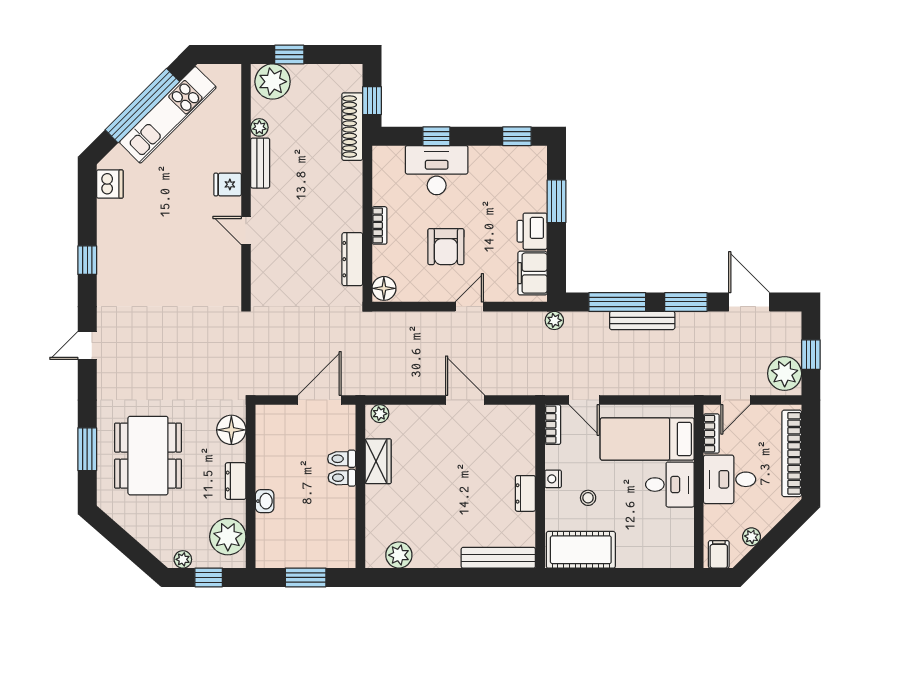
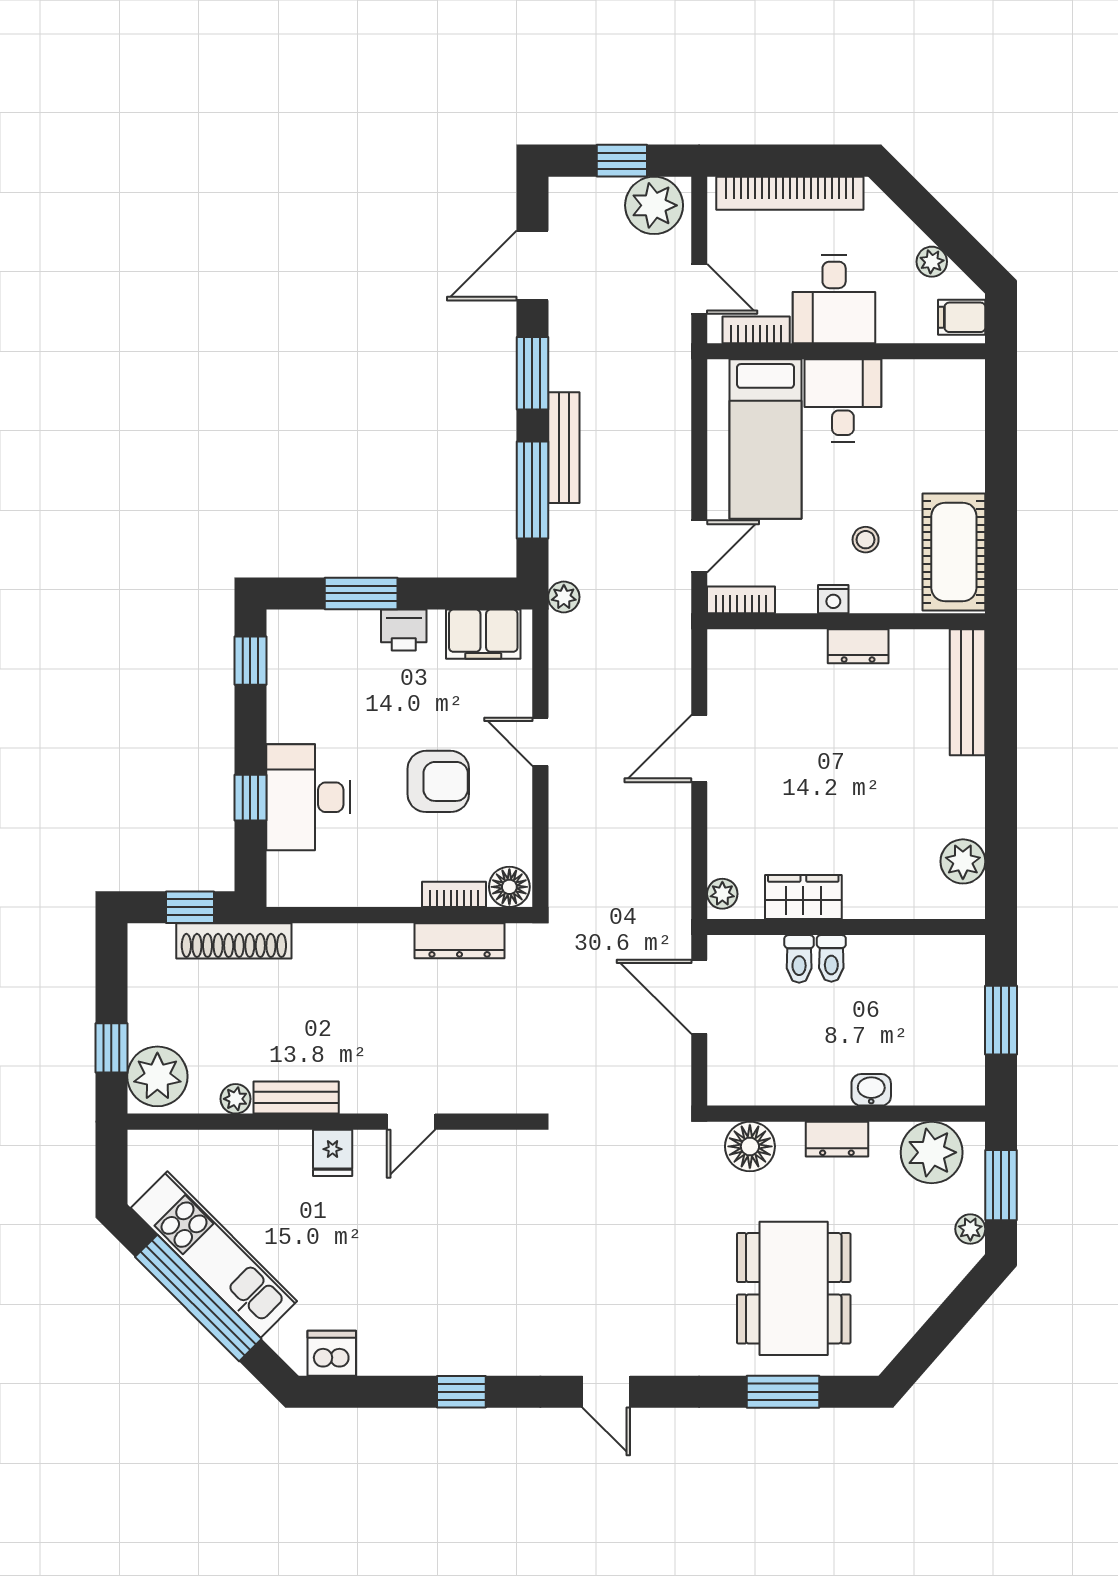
bookcase: (379, 225) -> (454, 894), moved
printer: (532, 231) -> (404, 630), width x0.73, depth x0.81
dining table: (148, 456) -> (794, 1288), turned 90
window: (209, 577) -> (1001, 1185), width x1.50

